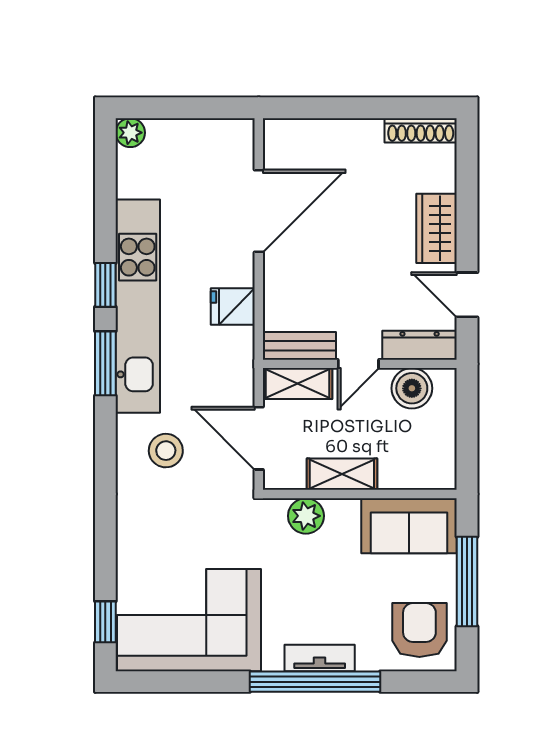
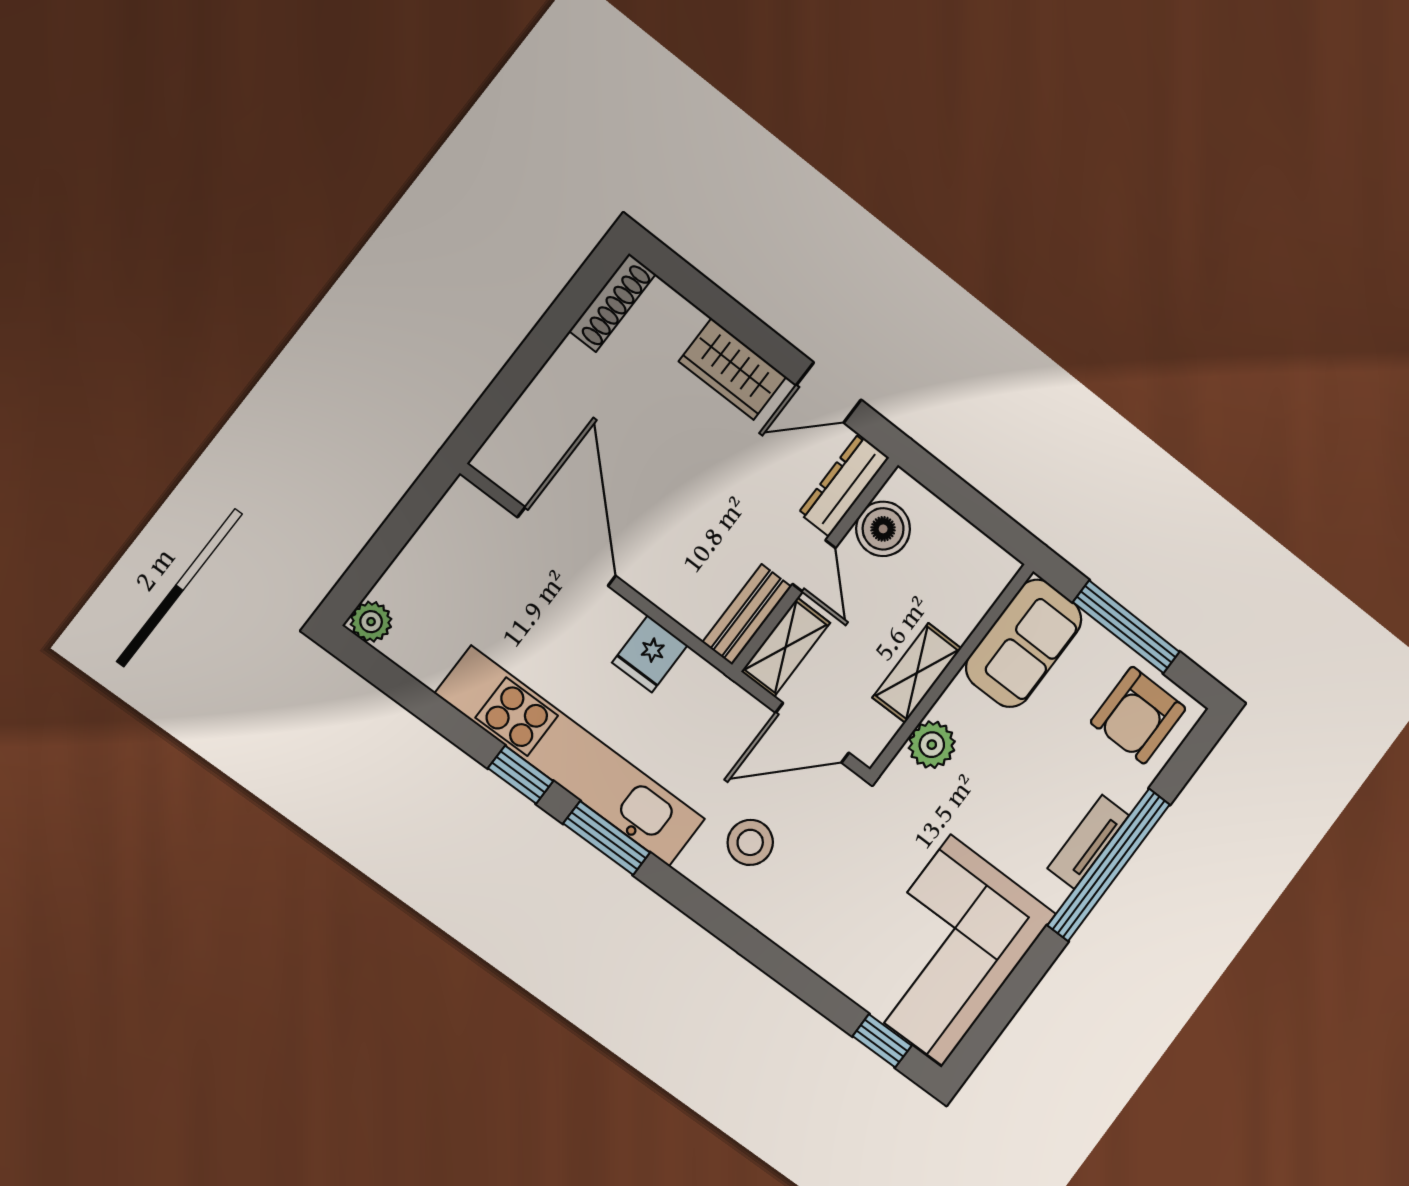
armchair: (419, 630) -> (1138, 715), turned -90

